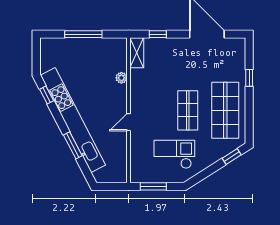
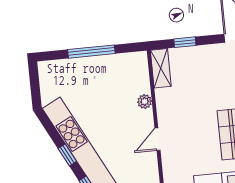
window: (47, 95) -> (67, 155), moved
door: (129, 122) -> (157, 139), moved

